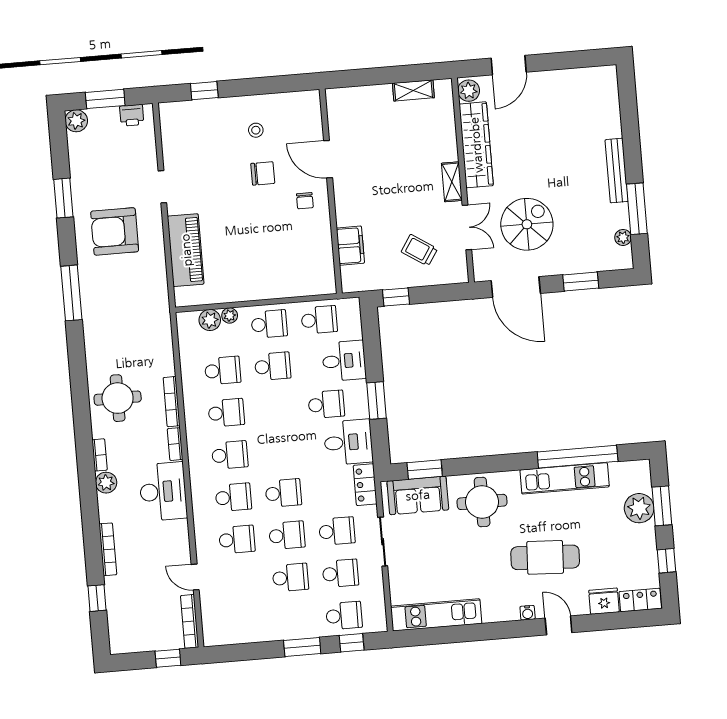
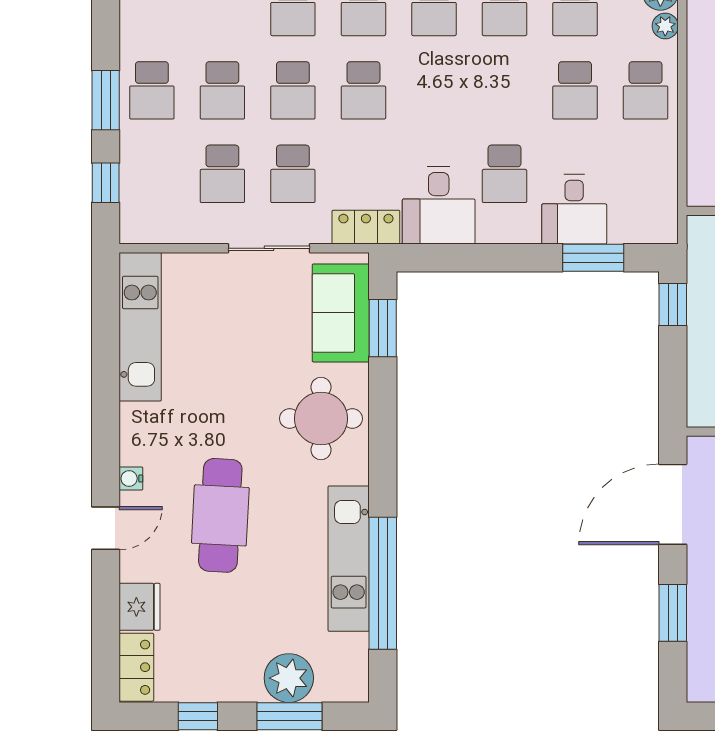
school desk: (319, 320) -> (646, 174), removed
window: (377, 400) -> (593, 258), moved
school desk: (344, 616) -> (152, 90), moved

